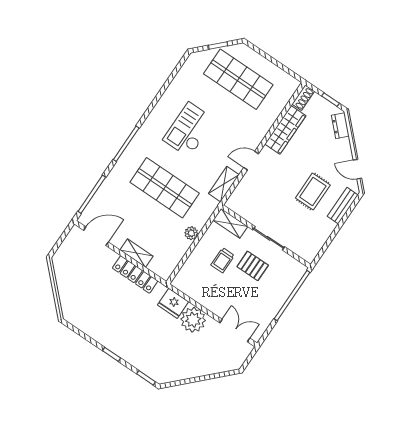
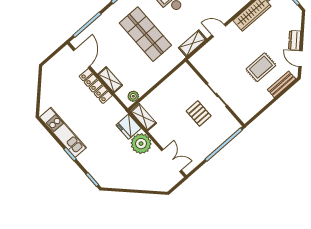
dresser: (340, 126) -> (295, 40), moved
shelving: (230, 223) -> (143, 117), moved
plant: (191, 233) -> (133, 96), moved
door: (96, 236) -> (82, 58), hinge flipped
trolley: (223, 260) -> (176, 103), removed
locker: (135, 274) -> (96, 86), moved
kitchen unit: (96, 330) -> (63, 132), added

